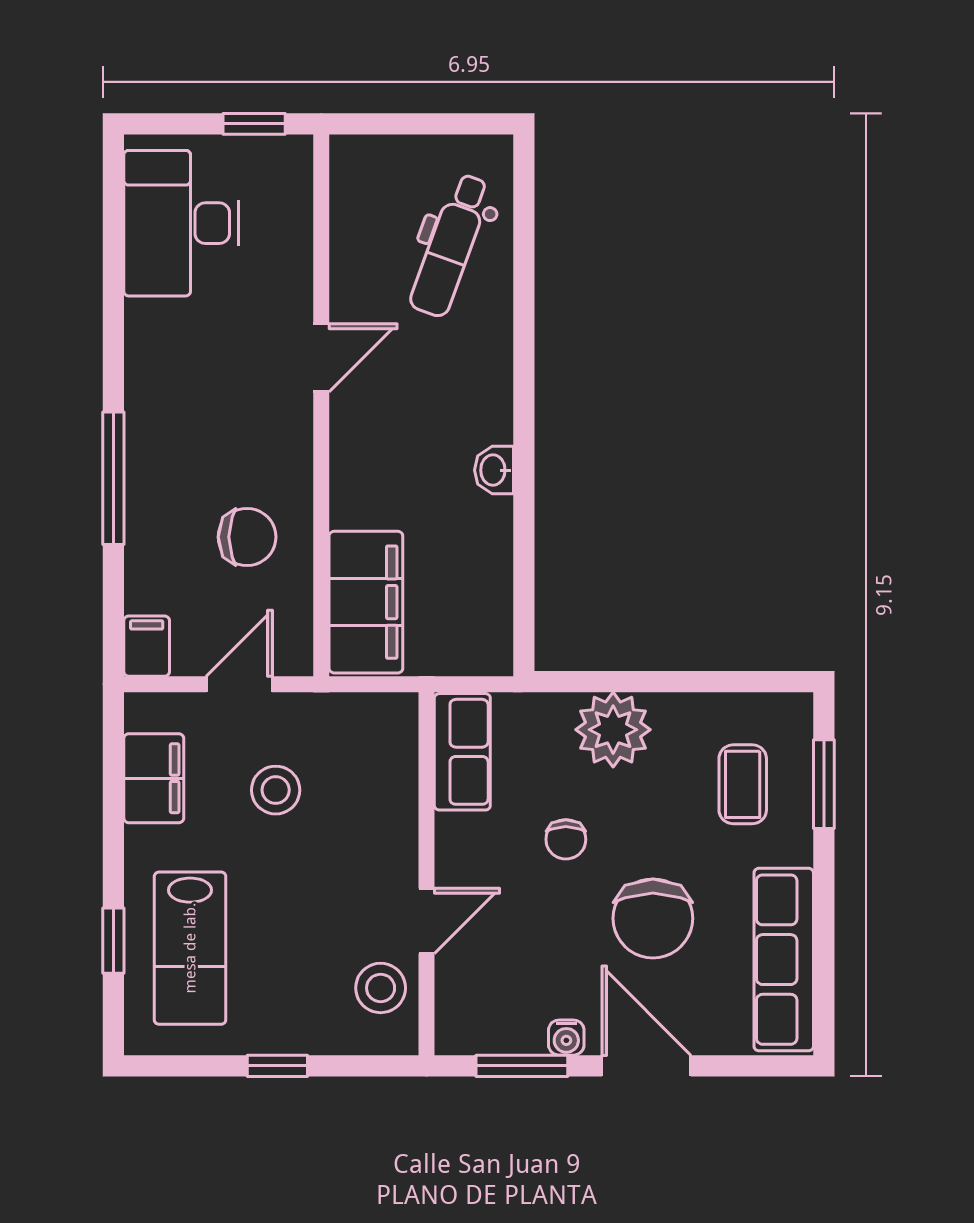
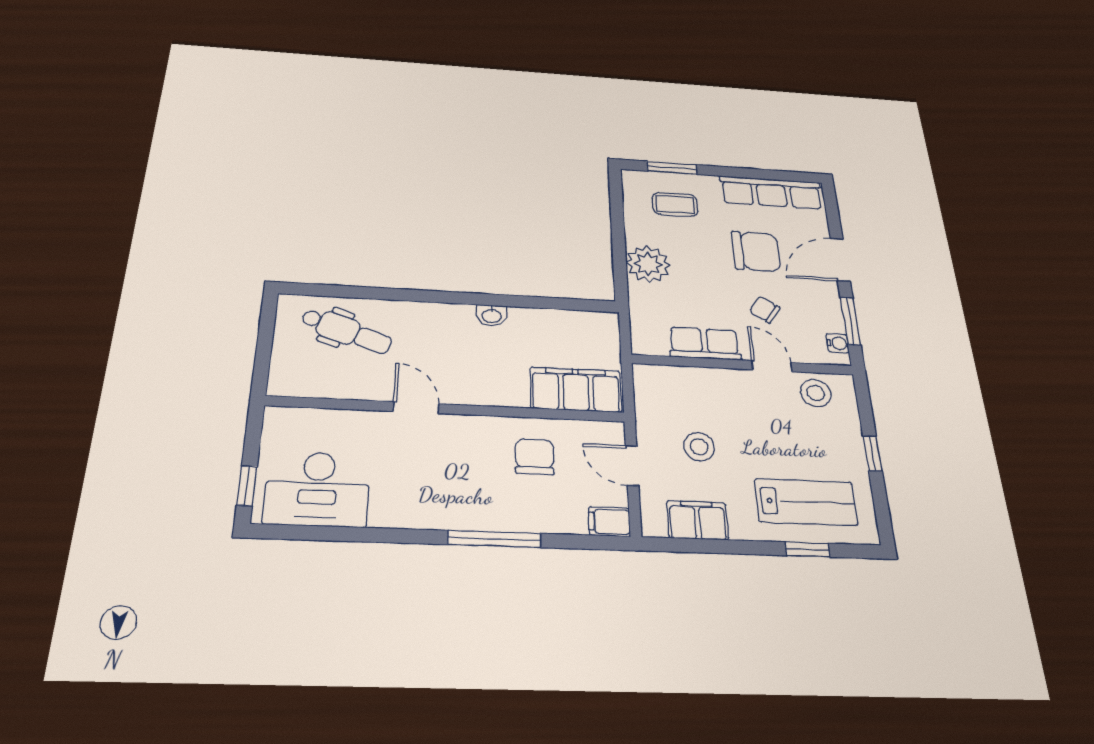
window: (254, 124) -> (247, 486), moved
row of seats: (462, 752) -> (705, 344), moved
chair: (566, 839) -> (765, 310), moved, turned -147
water cooler: (566, 1038) -> (838, 343), moved

